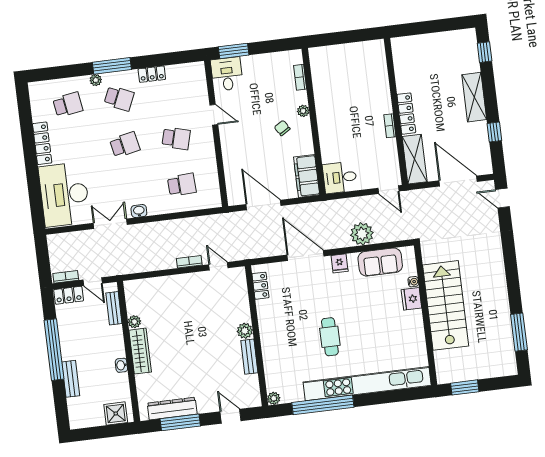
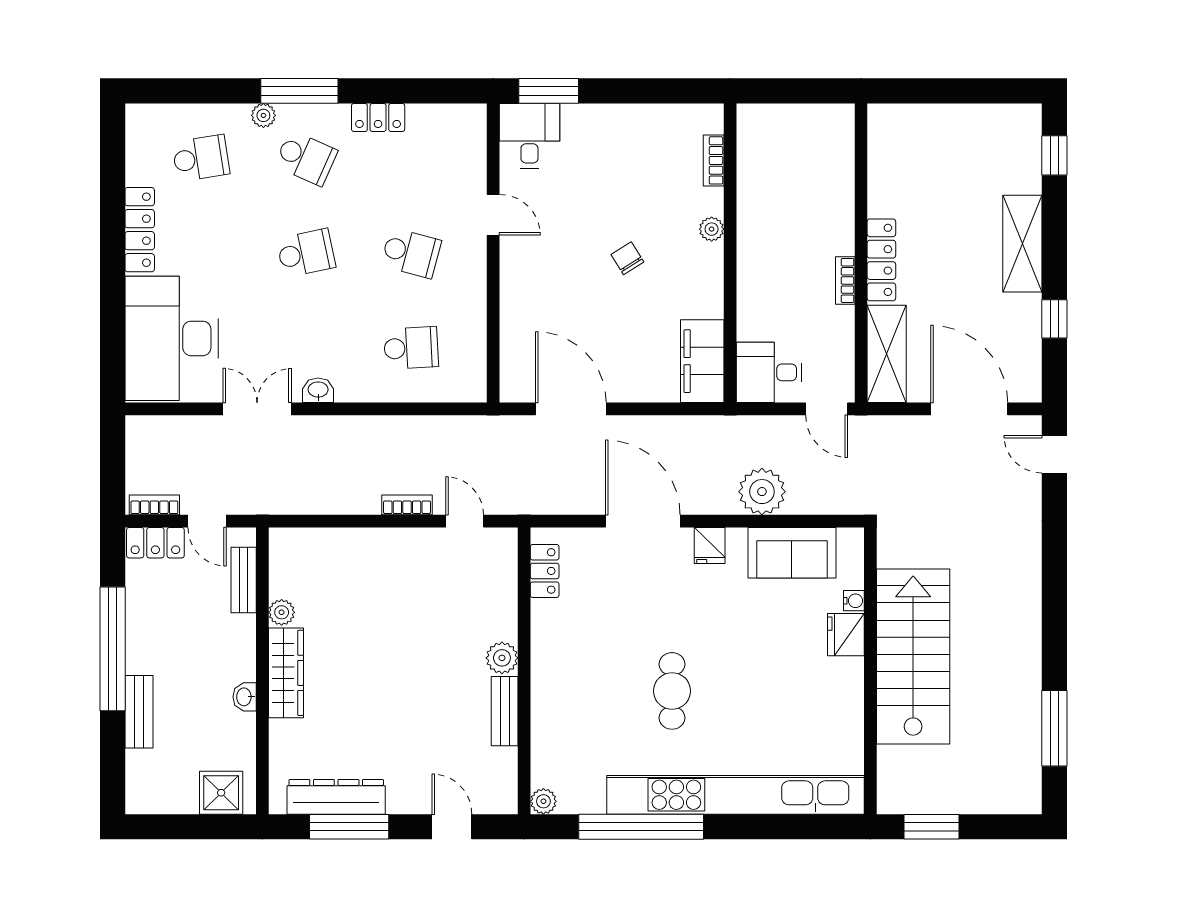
bookcase: (300, 77) -> (714, 160), moved
plant: (303, 111) -> (712, 229), moved
wall: (314, 121) -> (730, 253), moved
filing cabinet: (307, 176) -> (702, 361), moved
desk: (340, 177) -> (769, 372), moved

